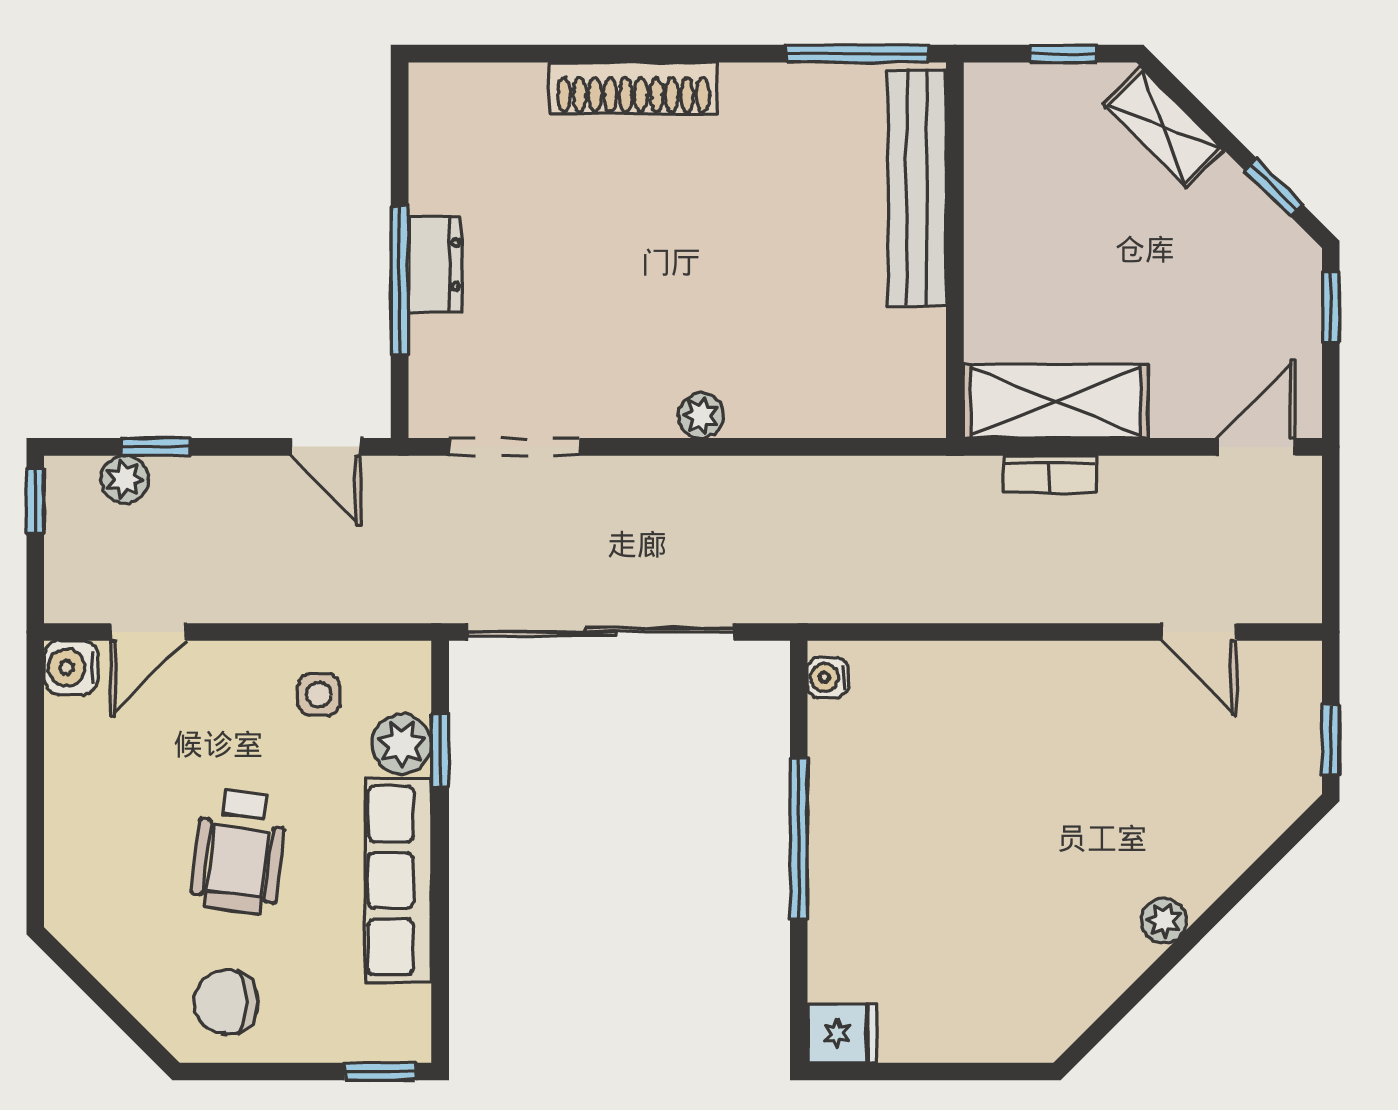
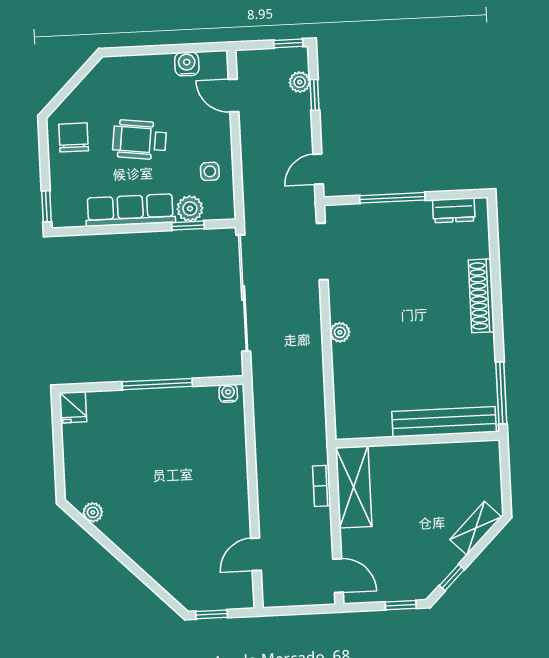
window: (1063, 54) -> (506, 483), removed
dresser: (435, 264) -> (454, 210), moved
water cooler: (71, 668) -> (187, 64), moved
plant: (1164, 921) -> (93, 512), moved

